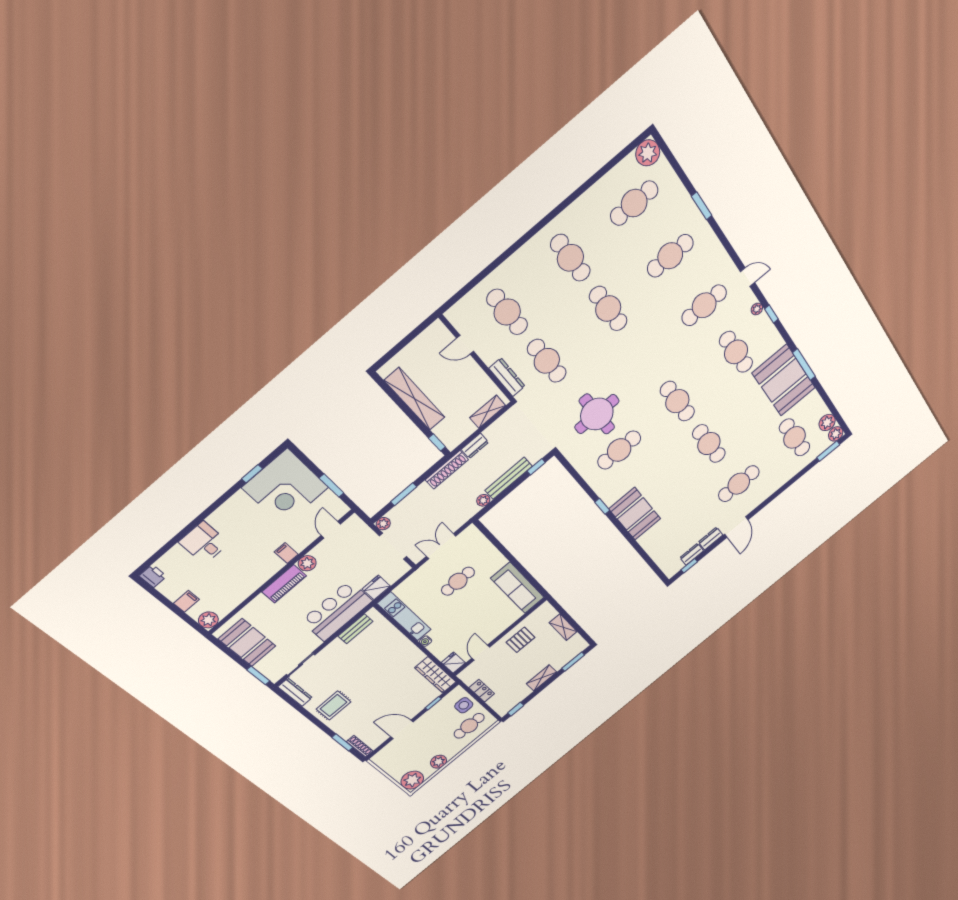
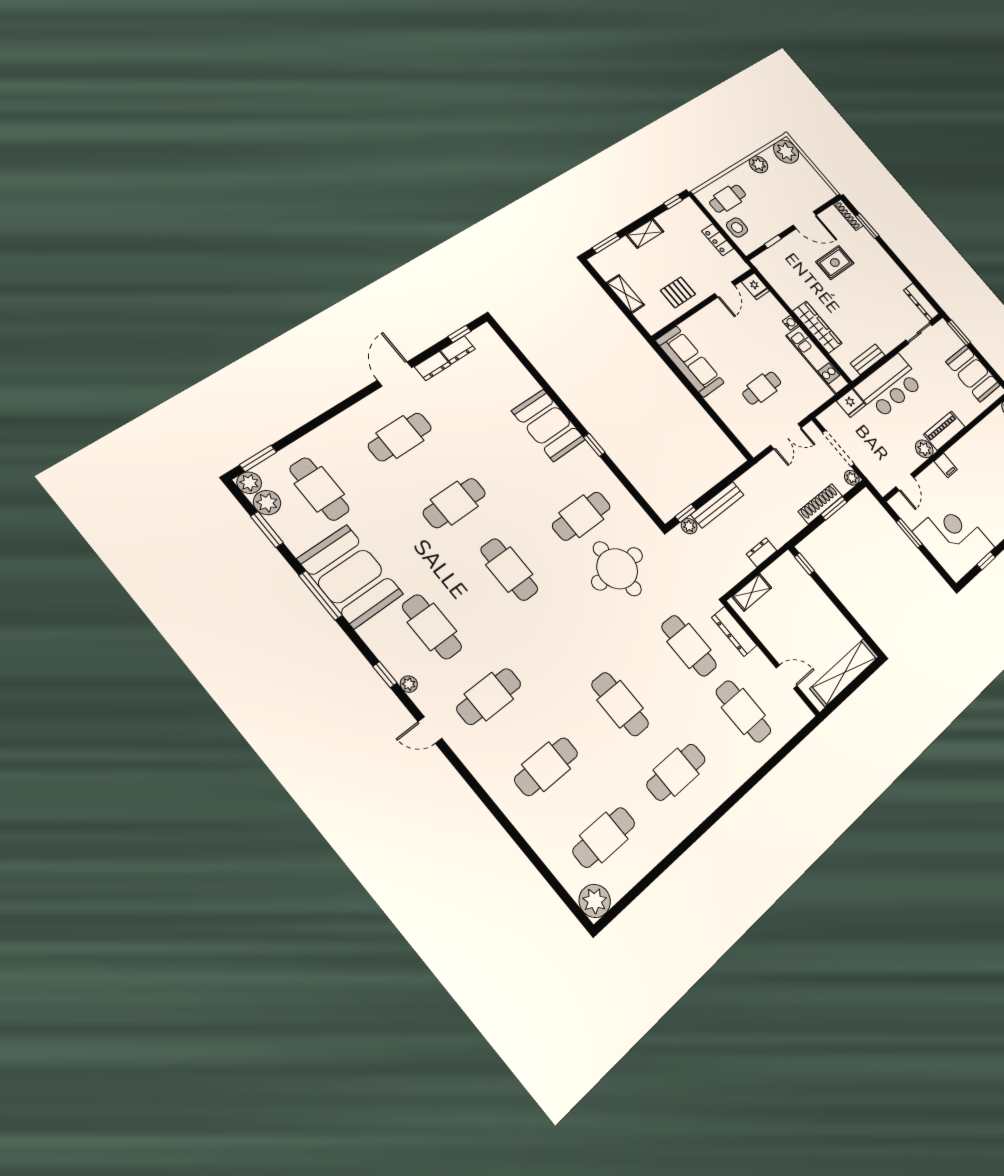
window: (702, 206) -> (267, 529), moved
cafe table: (570, 258) -> (676, 772), turned 90
shelving: (415, 399) -> (844, 672), moved, turned 90
cafe table: (709, 444) -> (454, 503), turned 90
shoe rack: (447, 470) -> (820, 504), moved
plant: (483, 500) -> (689, 526), moved
wardrobe: (435, 675) -> (817, 327), moved
rug: (334, 705) -> (835, 263), moved

